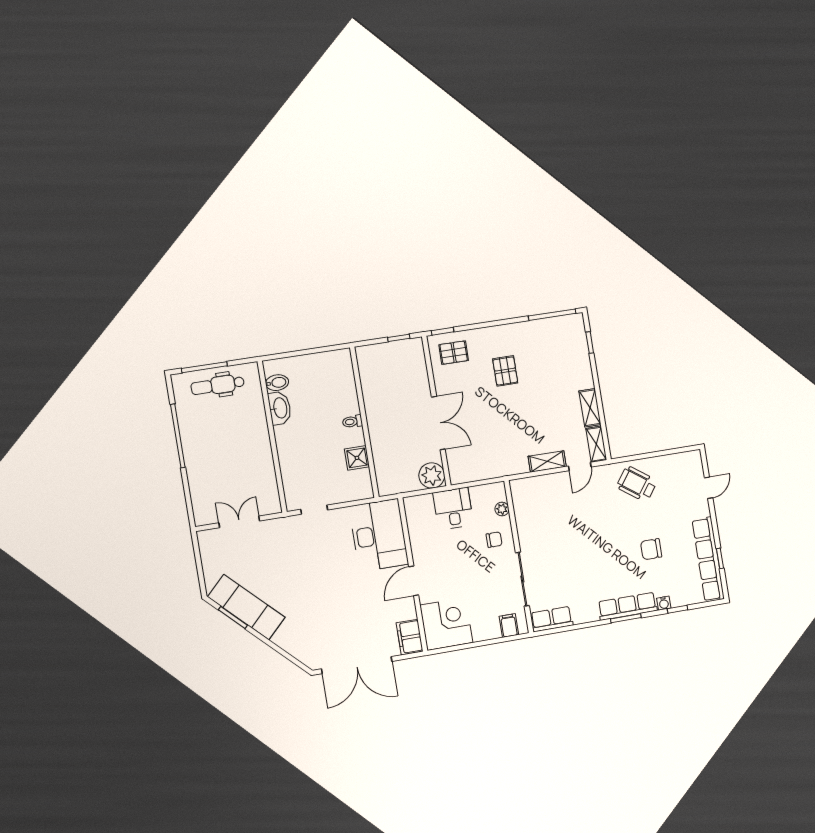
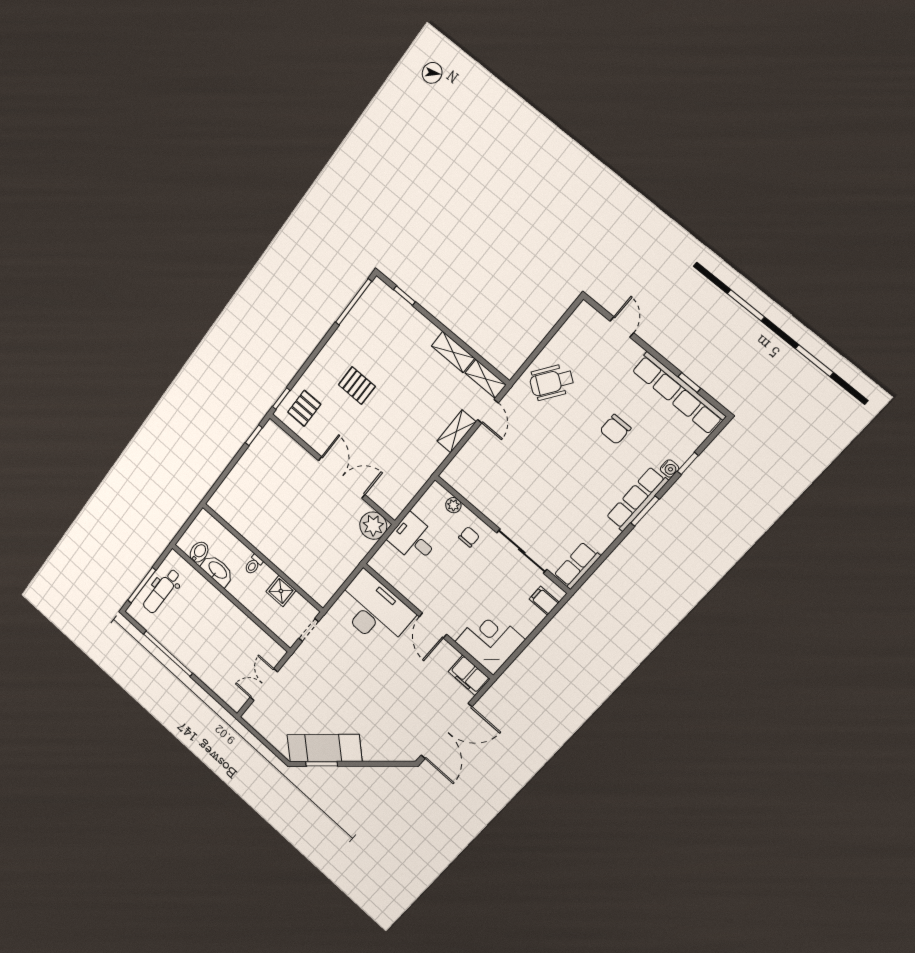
toilet: (352, 422) -> (253, 565), moved
wall: (364, 422) -> (262, 558), moved
shower: (357, 458) -> (281, 591), moved

